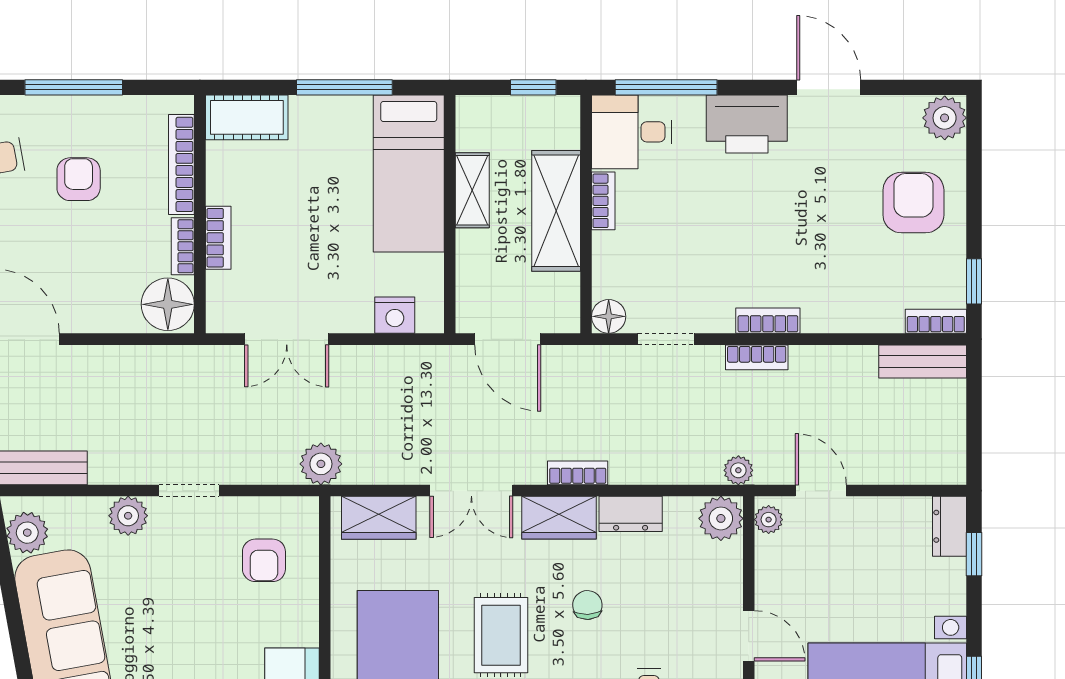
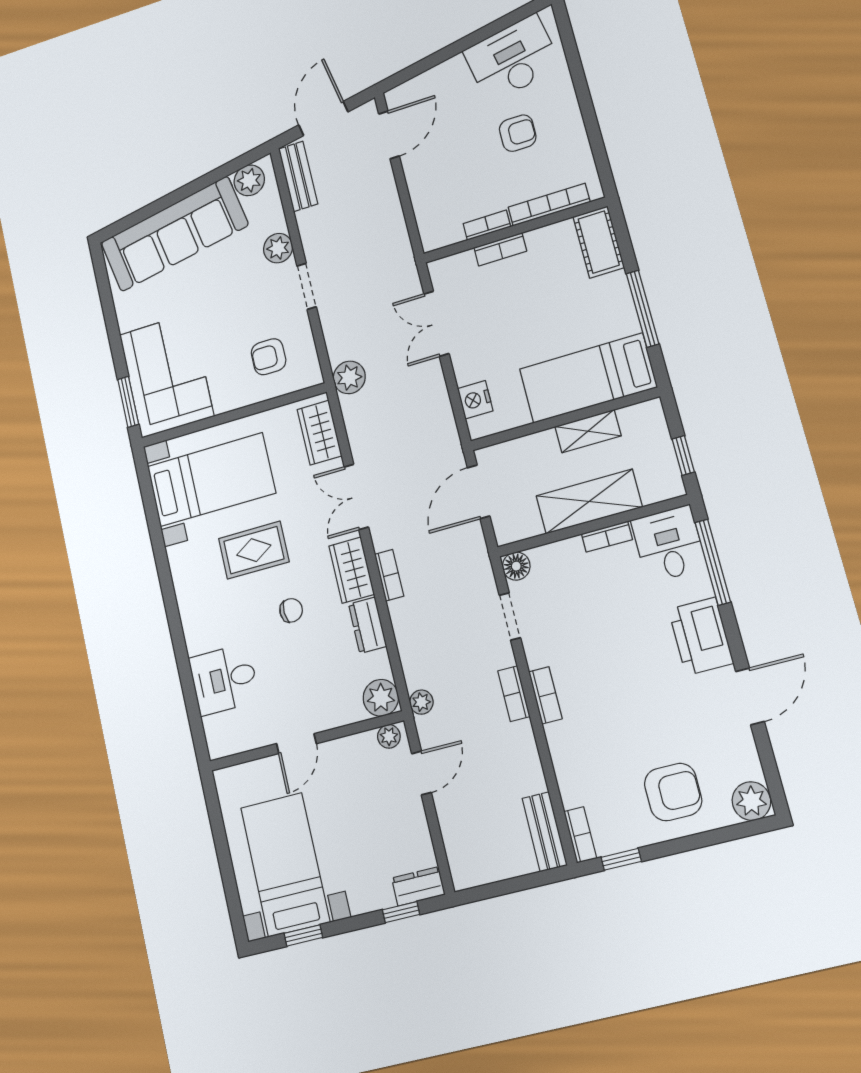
window: (74, 87) -> (587, 107), removed
floor lamp: (168, 304) -> (440, 228), removed

